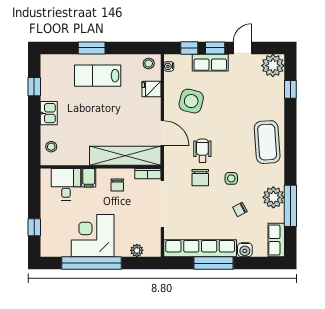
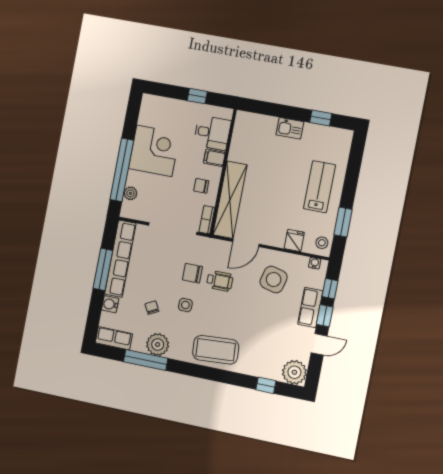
window: (92, 48) -> (343, 222), moved
door: (242, 48) -> (319, 344), hinge flipped
stool: (51, 147) -> (254, 125), removed
window: (34, 227) -> (197, 96), moved
window: (92, 263) -> (122, 170), moved

